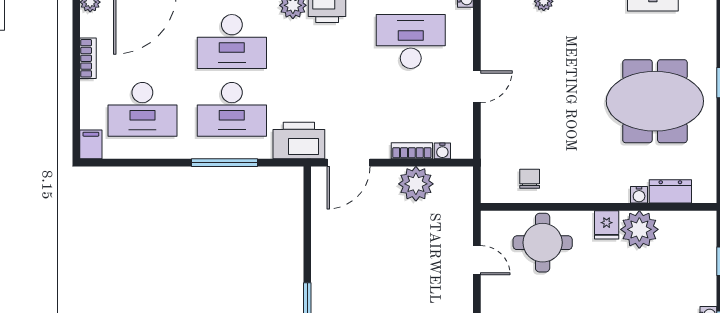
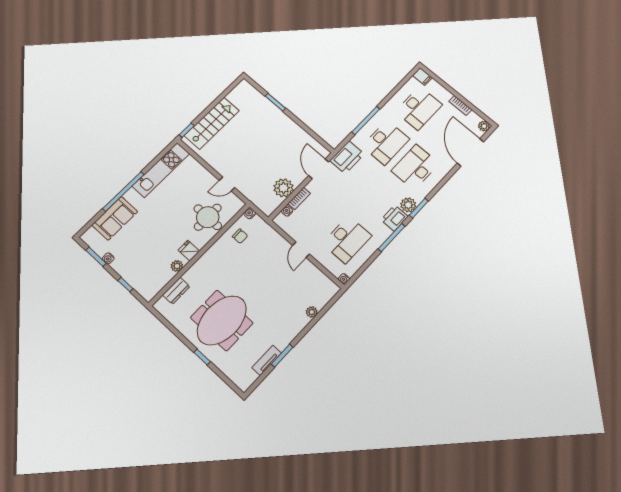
desk: (142, 109) -> (419, 108), turned 180
desk: (232, 109) -> (386, 142), turned 180
water cooler: (639, 195) -> (250, 213), moved
plant: (639, 229) -> (177, 266), width x0.53, depth x0.53

